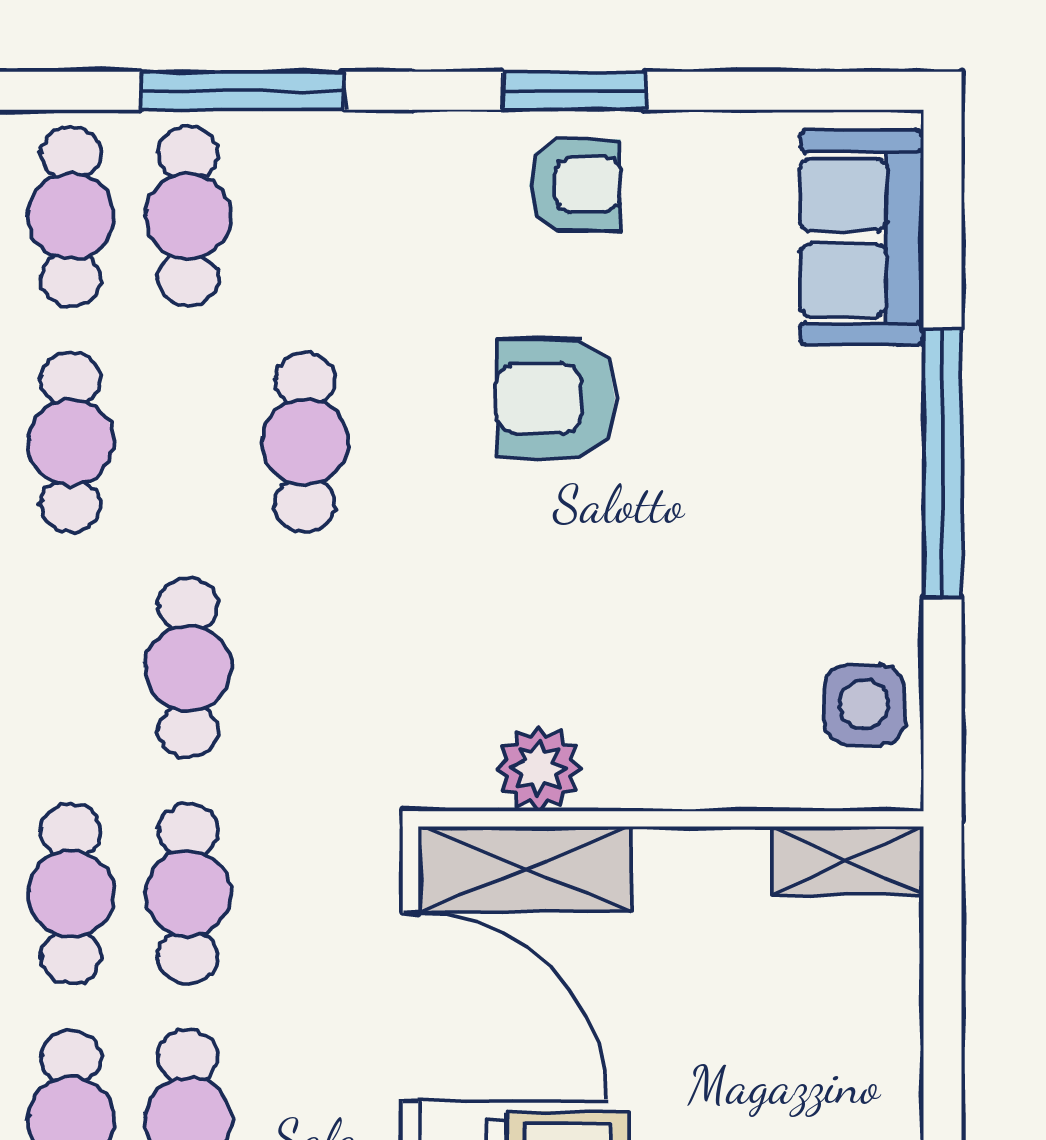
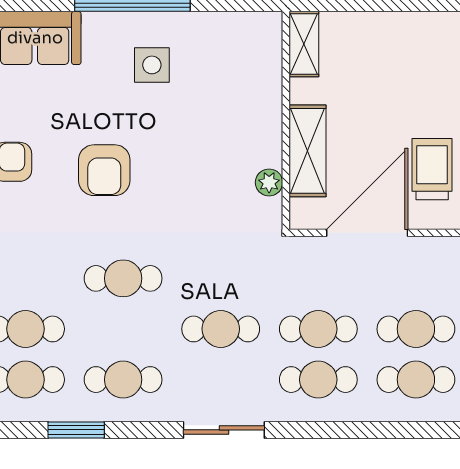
side table: (864, 704) -> (152, 65), moved
plant: (539, 768) -> (269, 182), width x0.73, depth x0.73
shelving: (524, 869) -> (308, 151), moved

